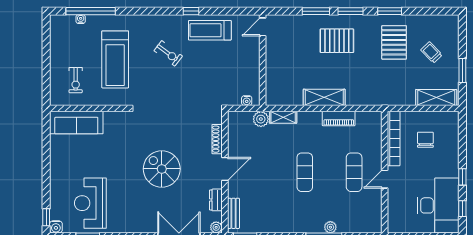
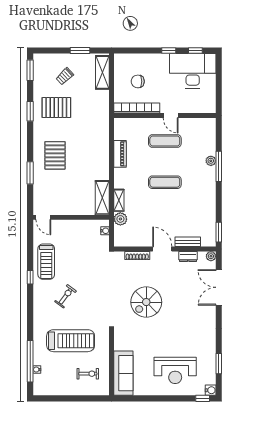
window: (351, 11) -> (30, 70), moved
shelving: (324, 97) -> (102, 198), moved
spiral stairs: (162, 169) -> (146, 302), moved
reception desk: (90, 203) -> (175, 370), moved
bench: (233, 213) -> (188, 242), moved

